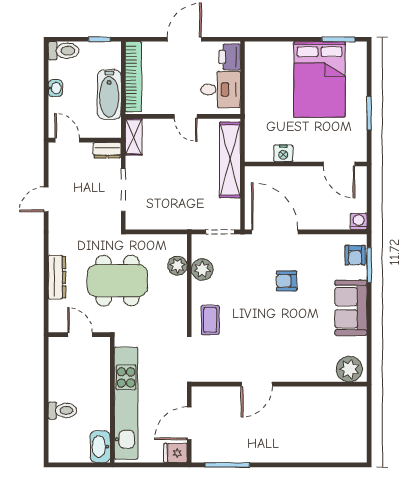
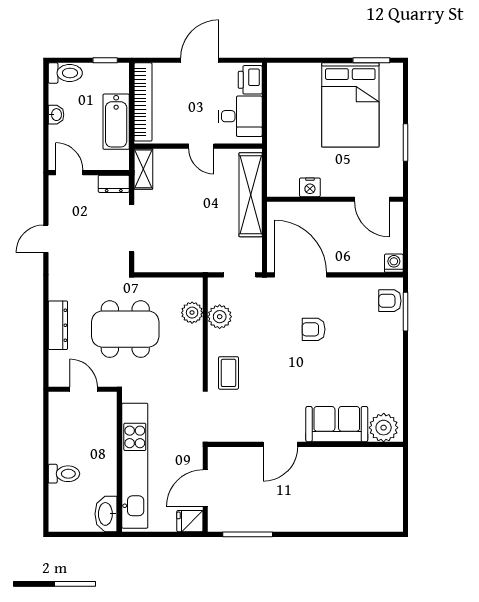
armchair: (355, 255) -> (390, 301), turned 90
sofa: (351, 308) -> (337, 424), moved, turned 90

